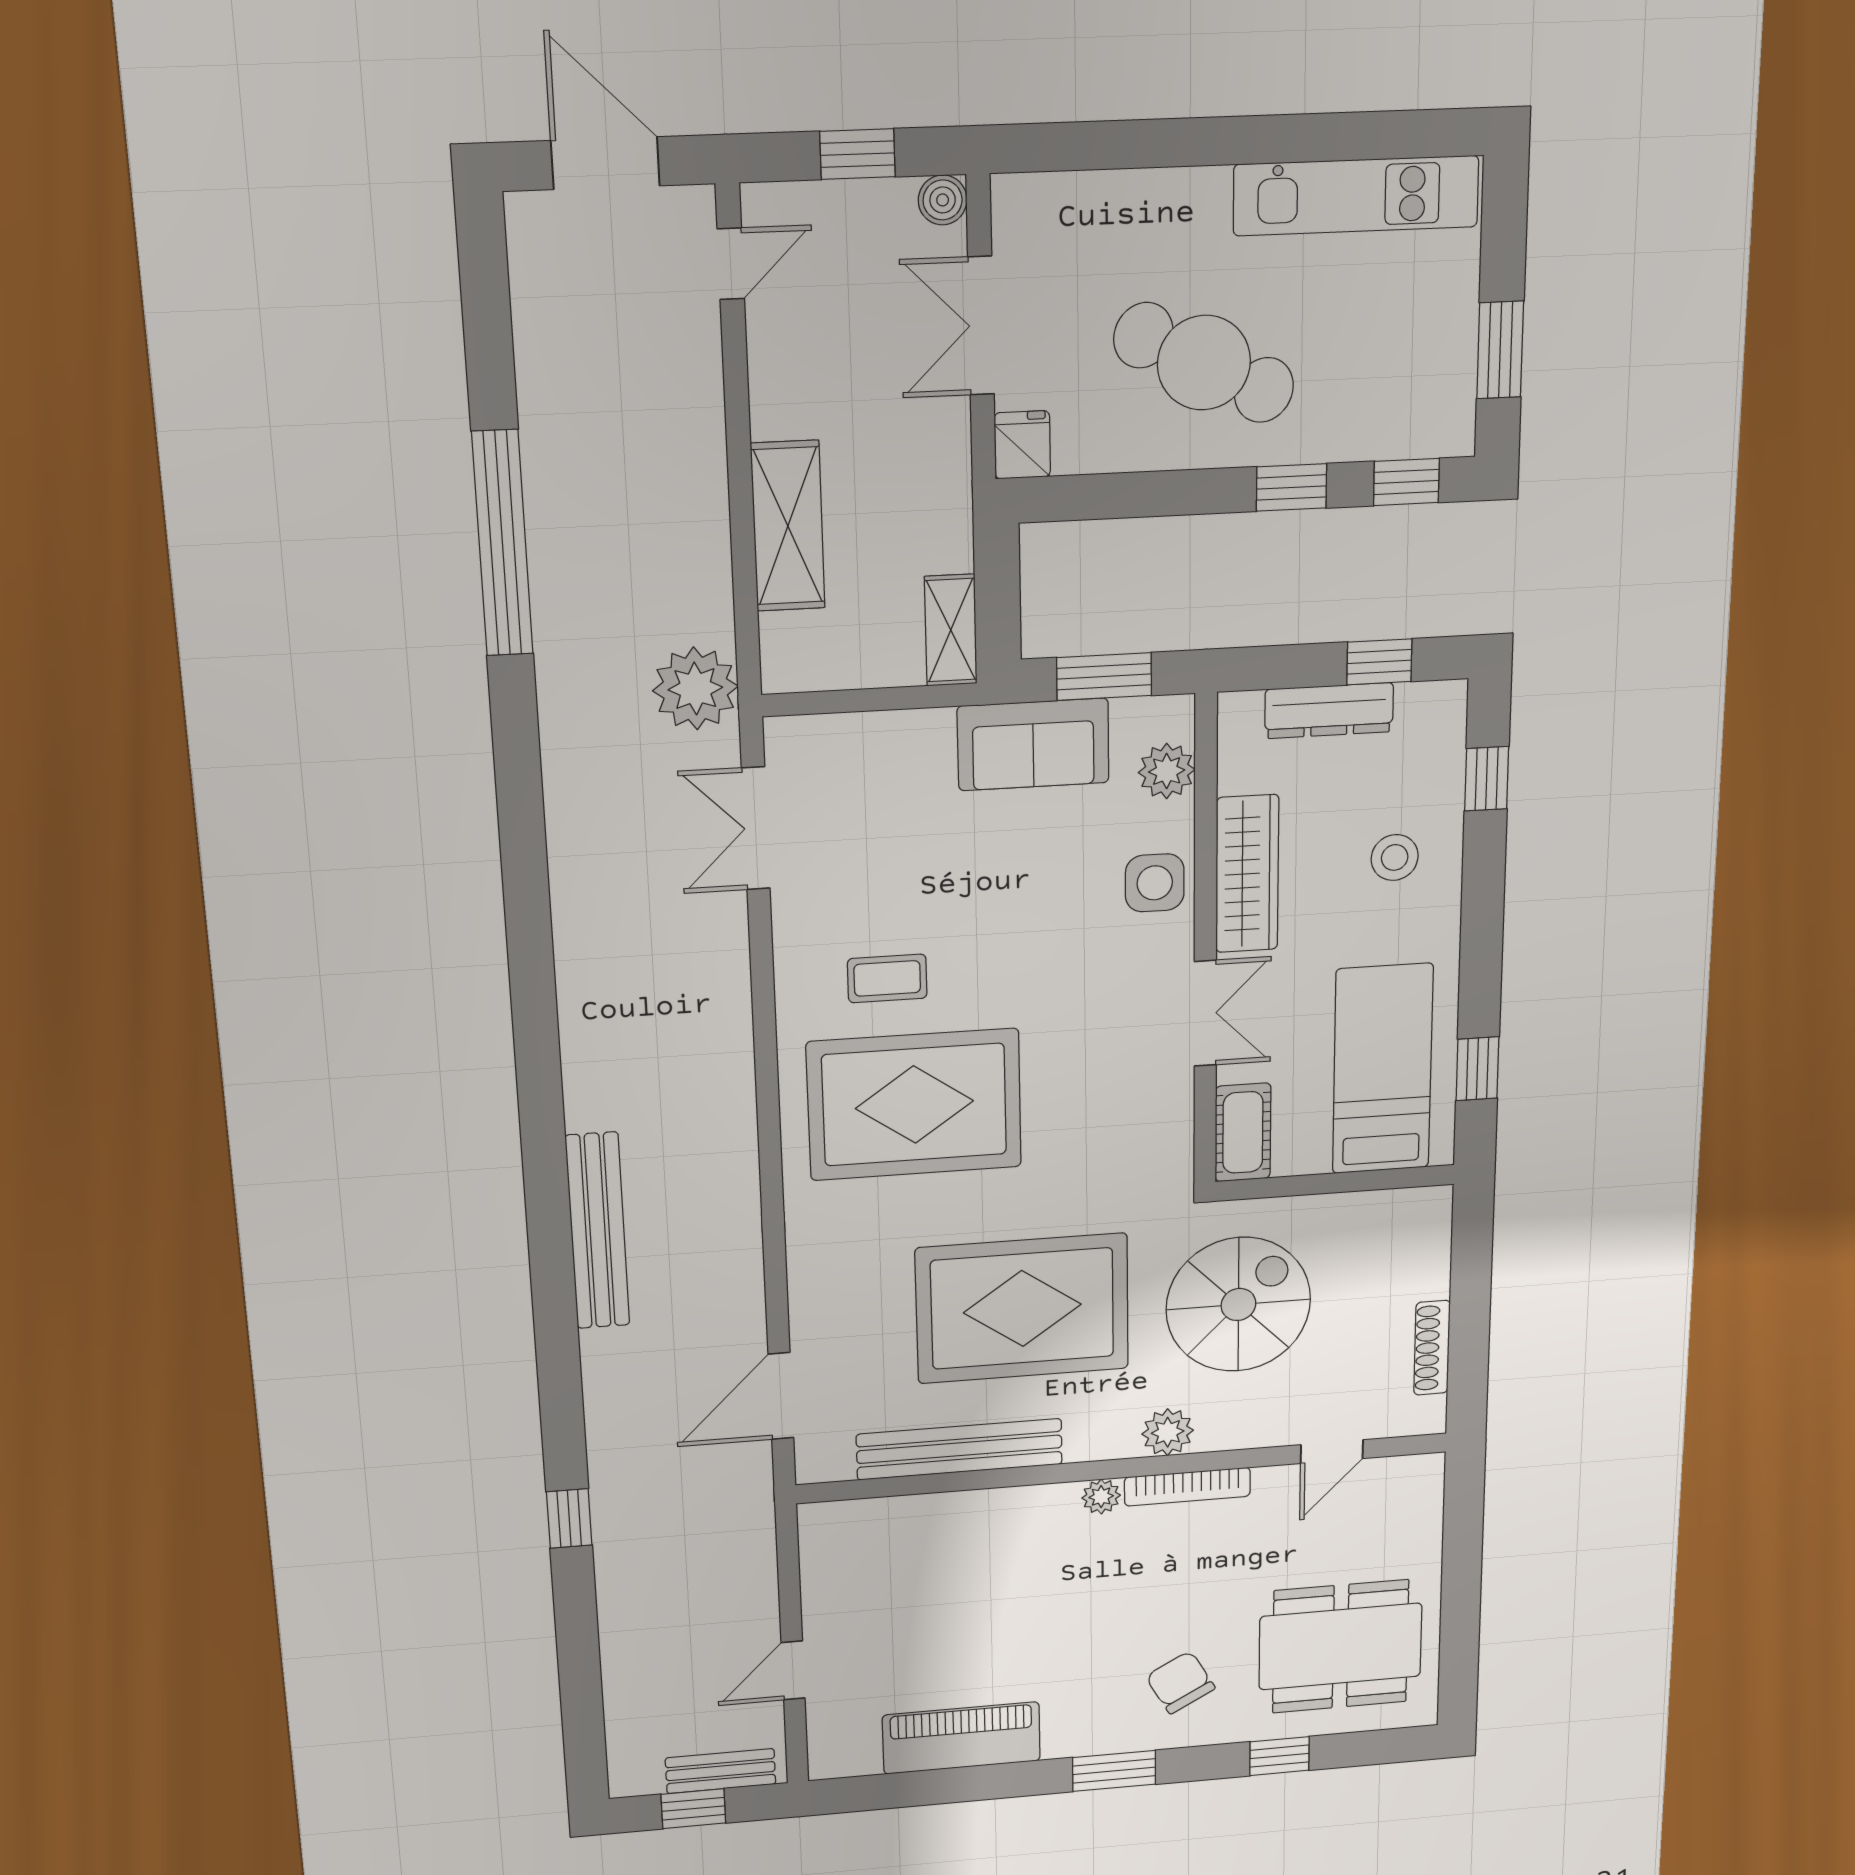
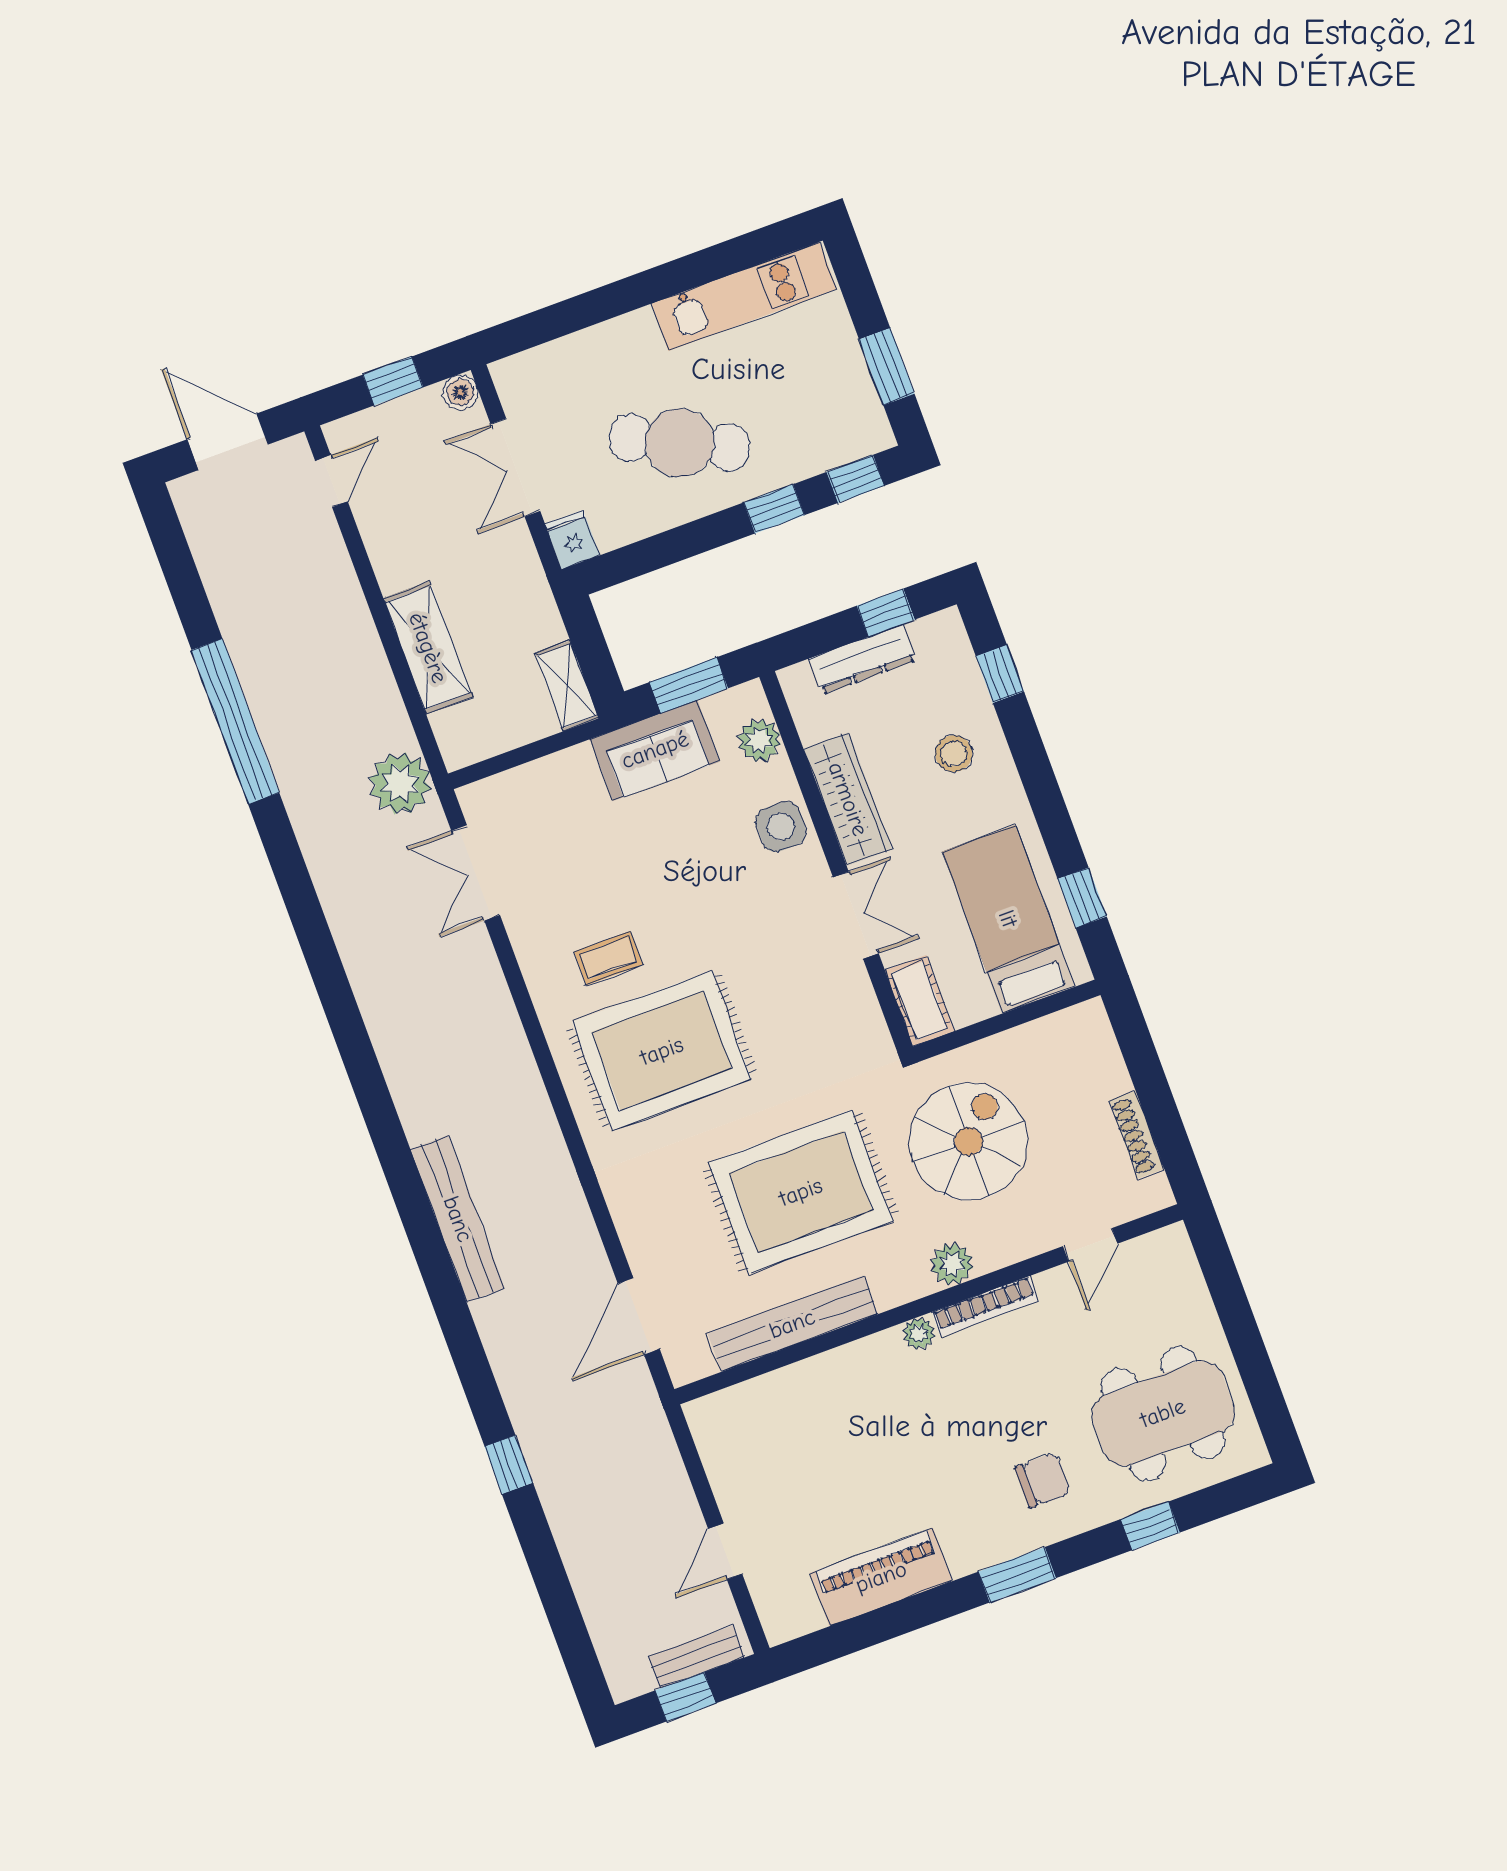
chair: (1180, 1682) -> (1043, 1480), turned 119

